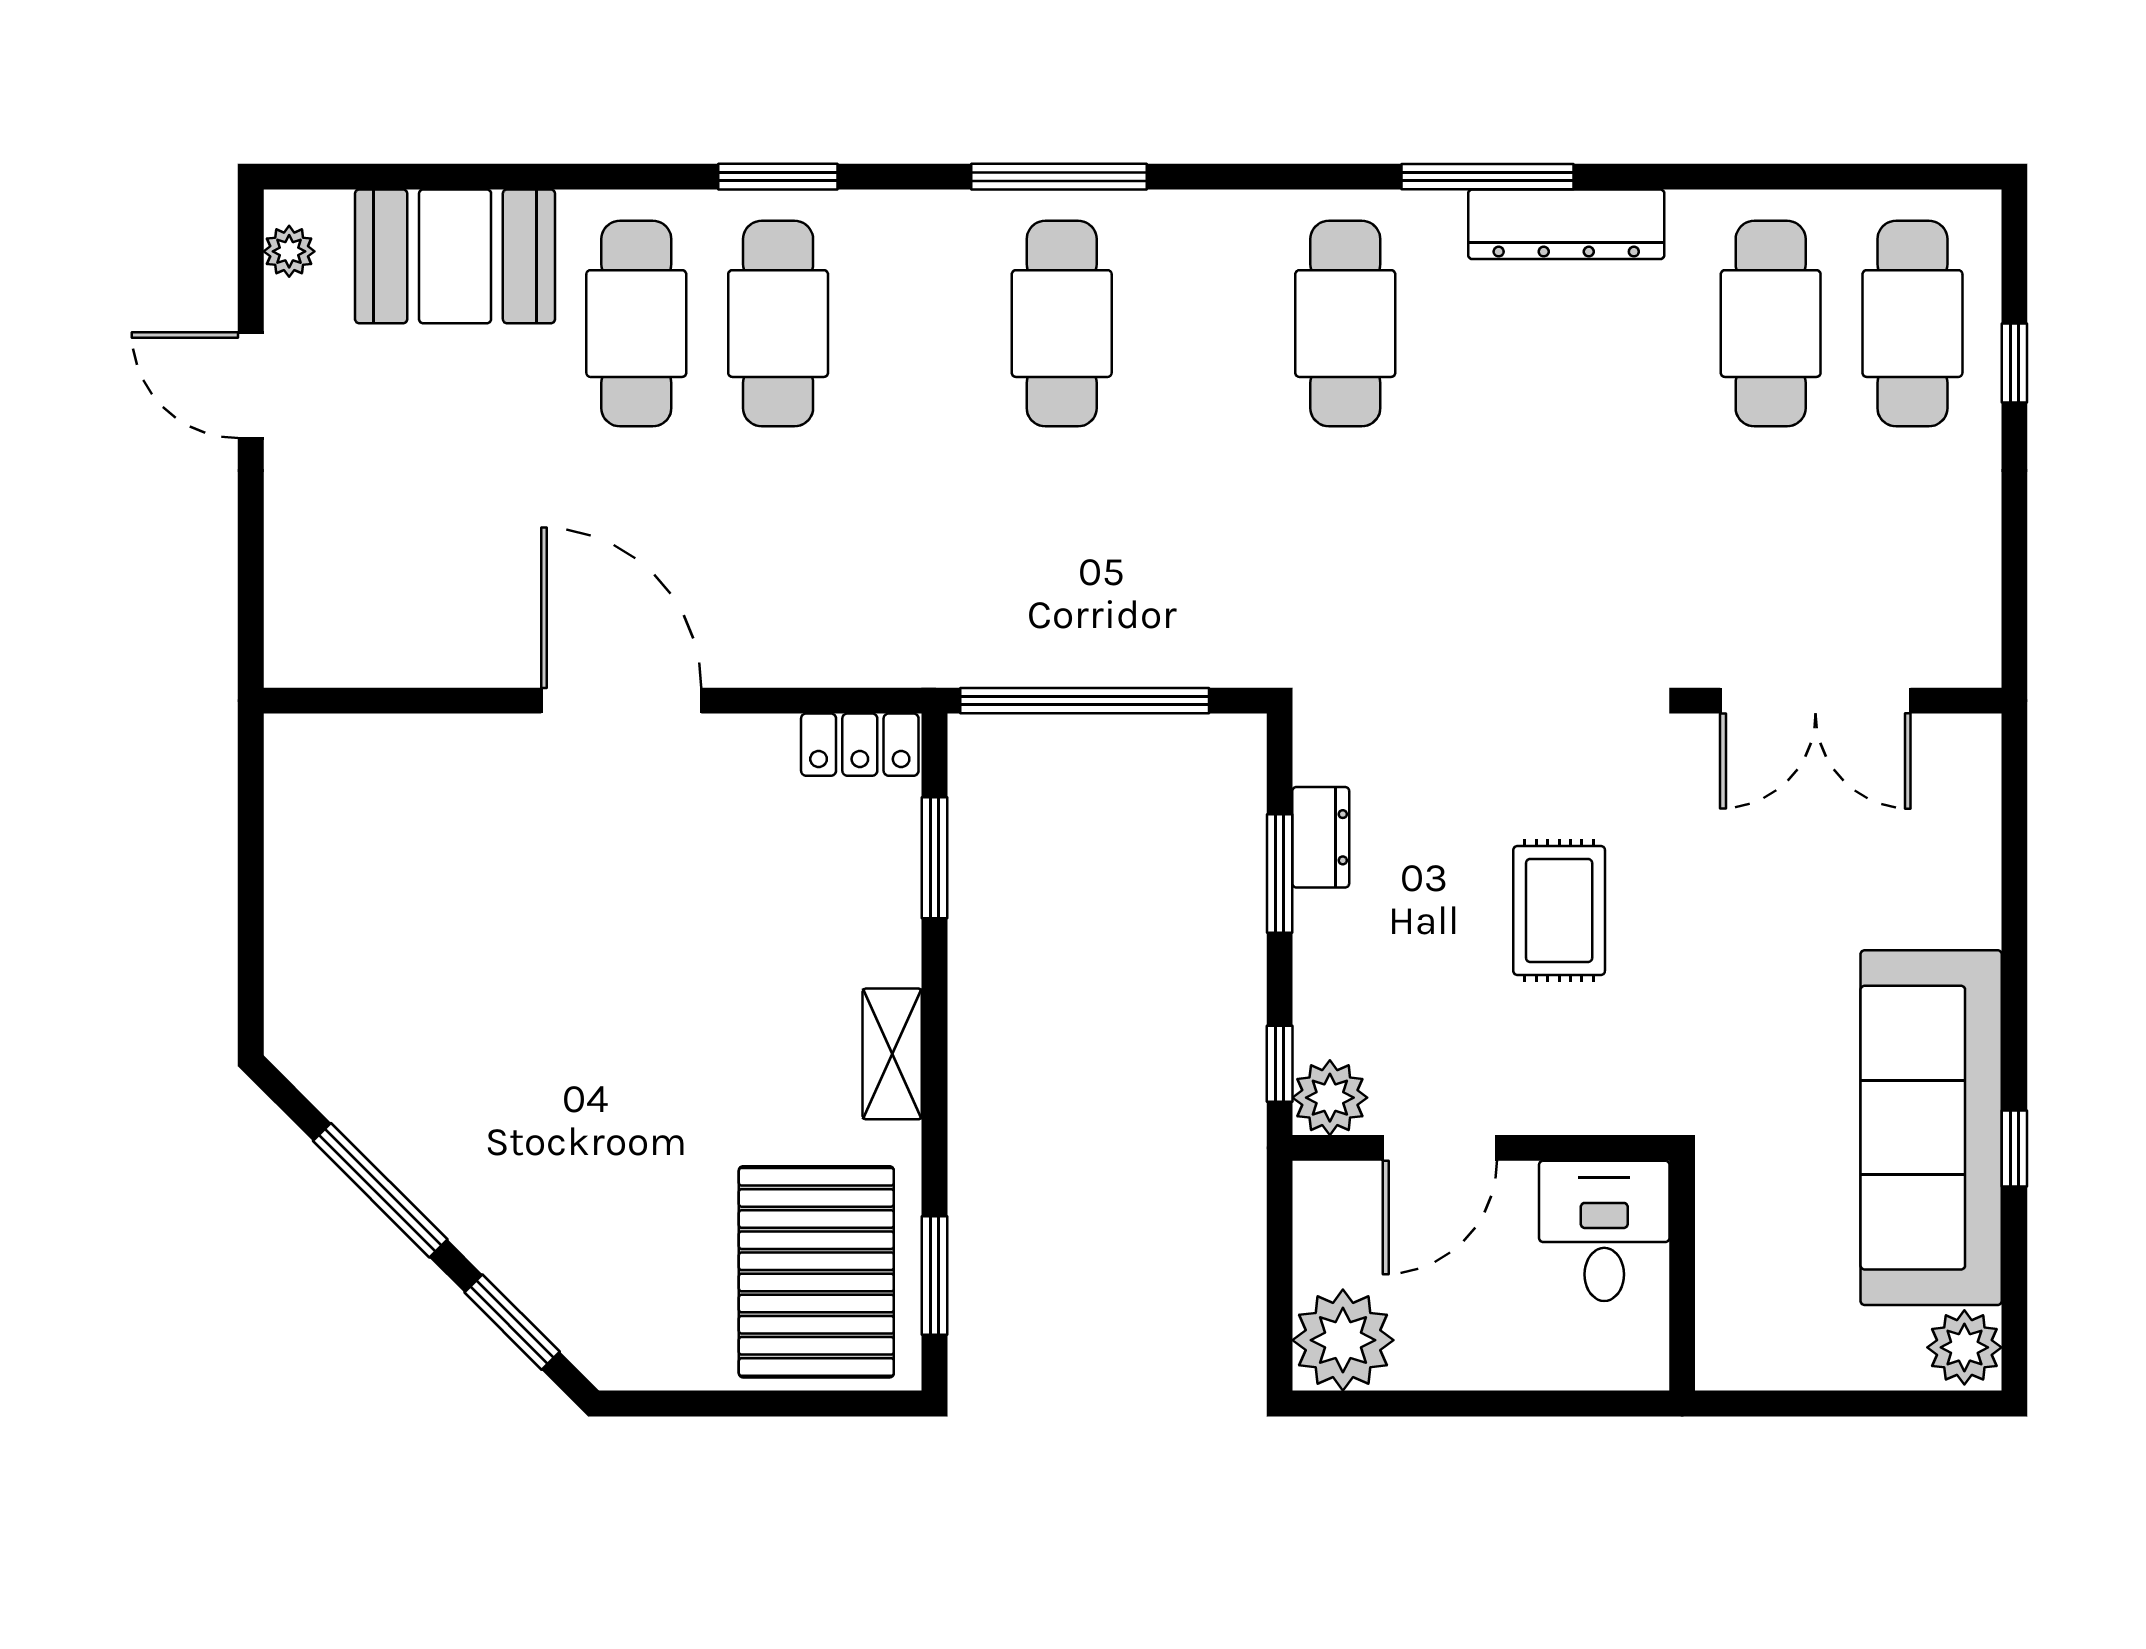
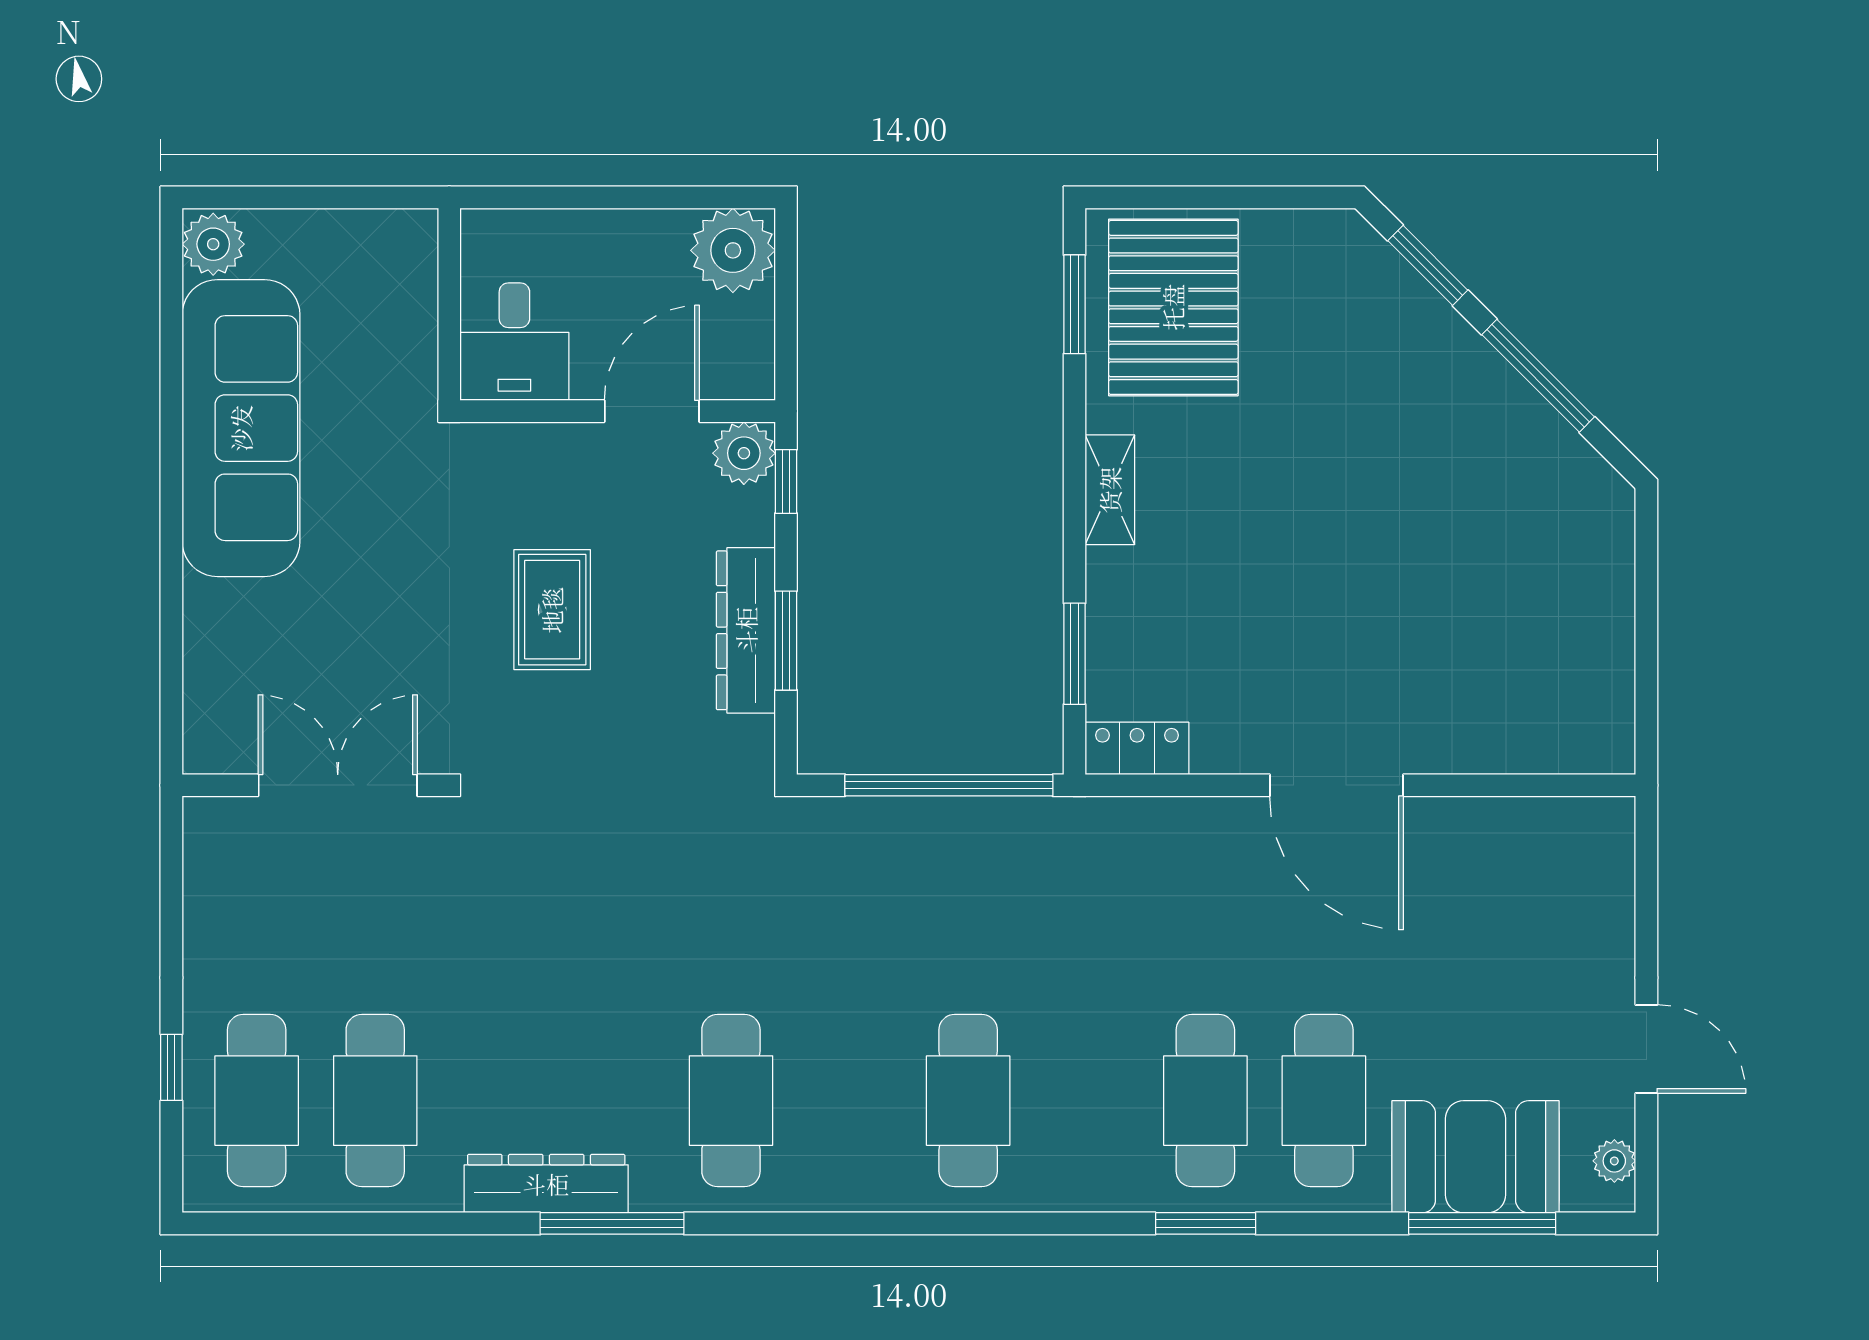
window: (1059, 177) -> (1482, 1223), moved
dresser: (1321, 837) -> (746, 630), width x1.96, depth x1.24
window: (2014, 1148) -> (171, 411), removed

